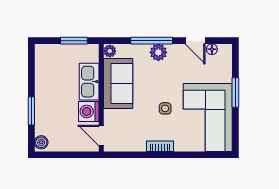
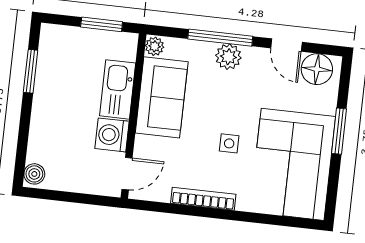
floor lamp: (212, 49) -> (317, 69), width x1.89, depth x1.89
window: (31, 111) -> (31, 71), moved
door: (101, 135) -> (127, 174), swing flipped
bookcase: (160, 146) -> (203, 199), width x1.56

